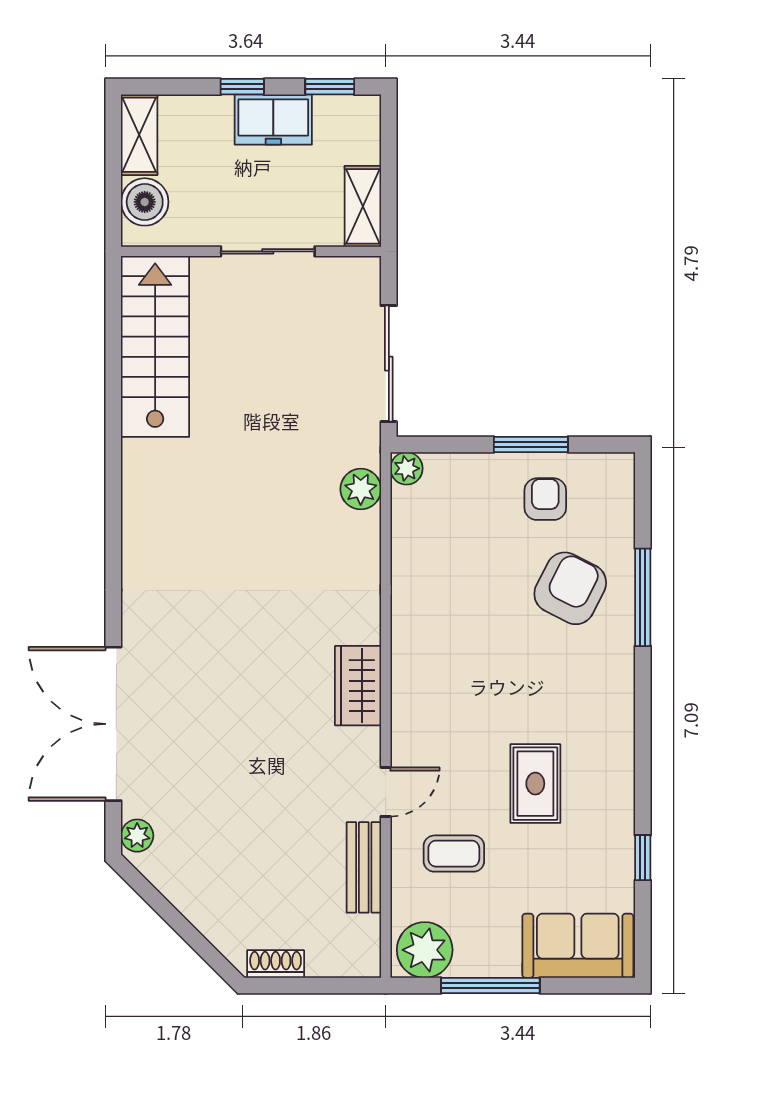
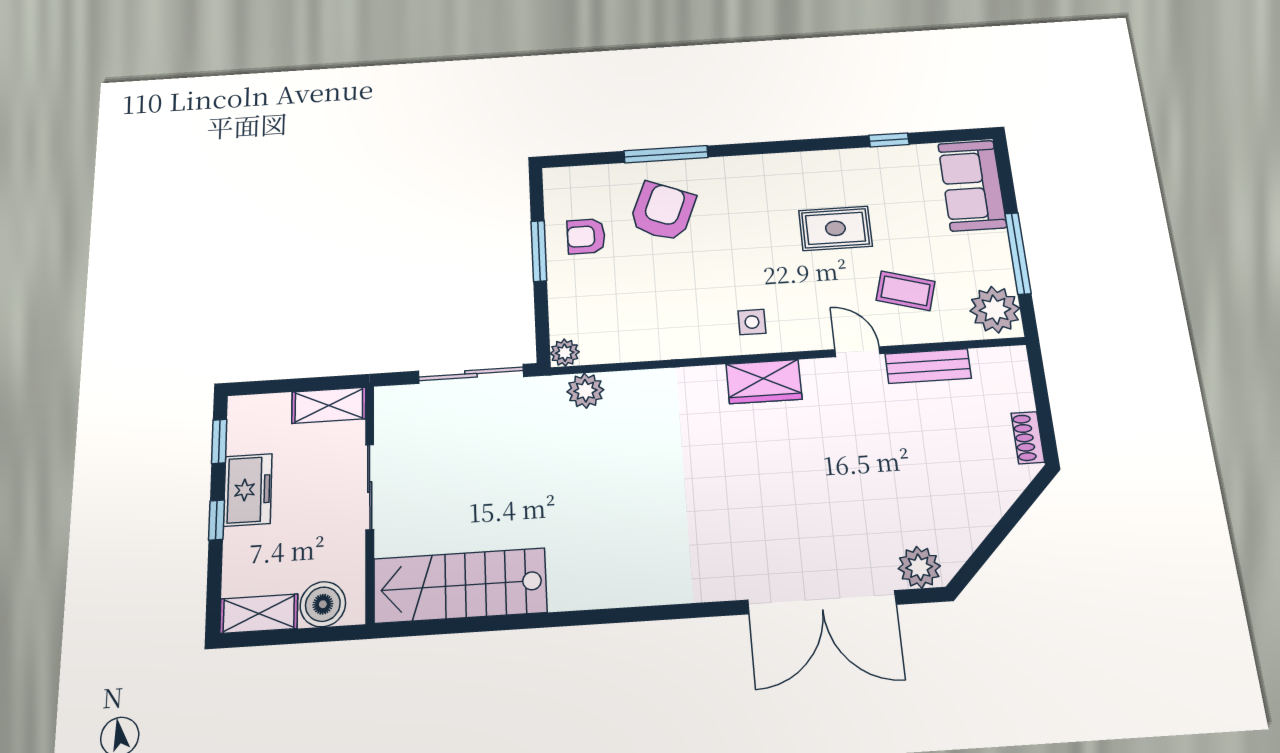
armchair: (570, 588) -> (663, 211), turned 85
side table: (428, 679) -> (752, 322), added
plant: (137, 836) -> (919, 567), width x1.38, depth x1.38
coffee table: (454, 854) -> (906, 291), turned -74

